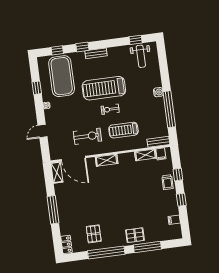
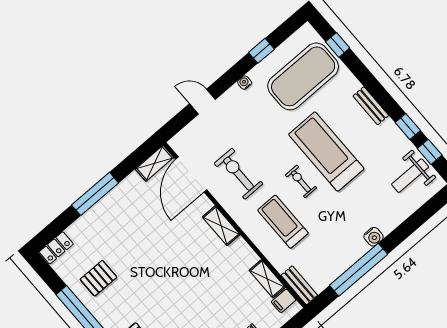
window: (82, 47) -> (408, 126), moved
exercise bike: (87, 136) -> (238, 174), turned 180

